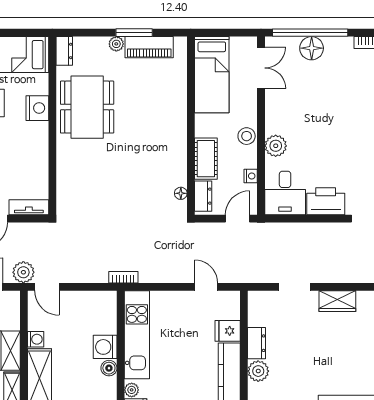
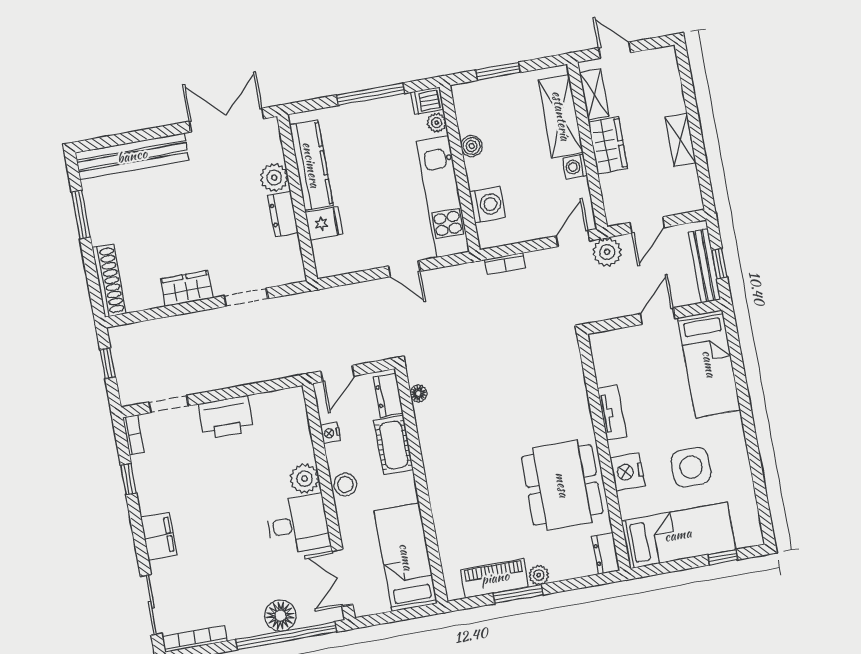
desk: (285, 193) -> (298, 524), moved, turned 90
tv unit: (29, 207) -> (612, 413), moved, turned -90
bookcase: (123, 277) -> (505, 264), moved
door: (47, 287) -> (573, 238), hinge flipped
door: (206, 287) -> (404, 269), moved
washing machine: (105, 347) -> (487, 205), moved

